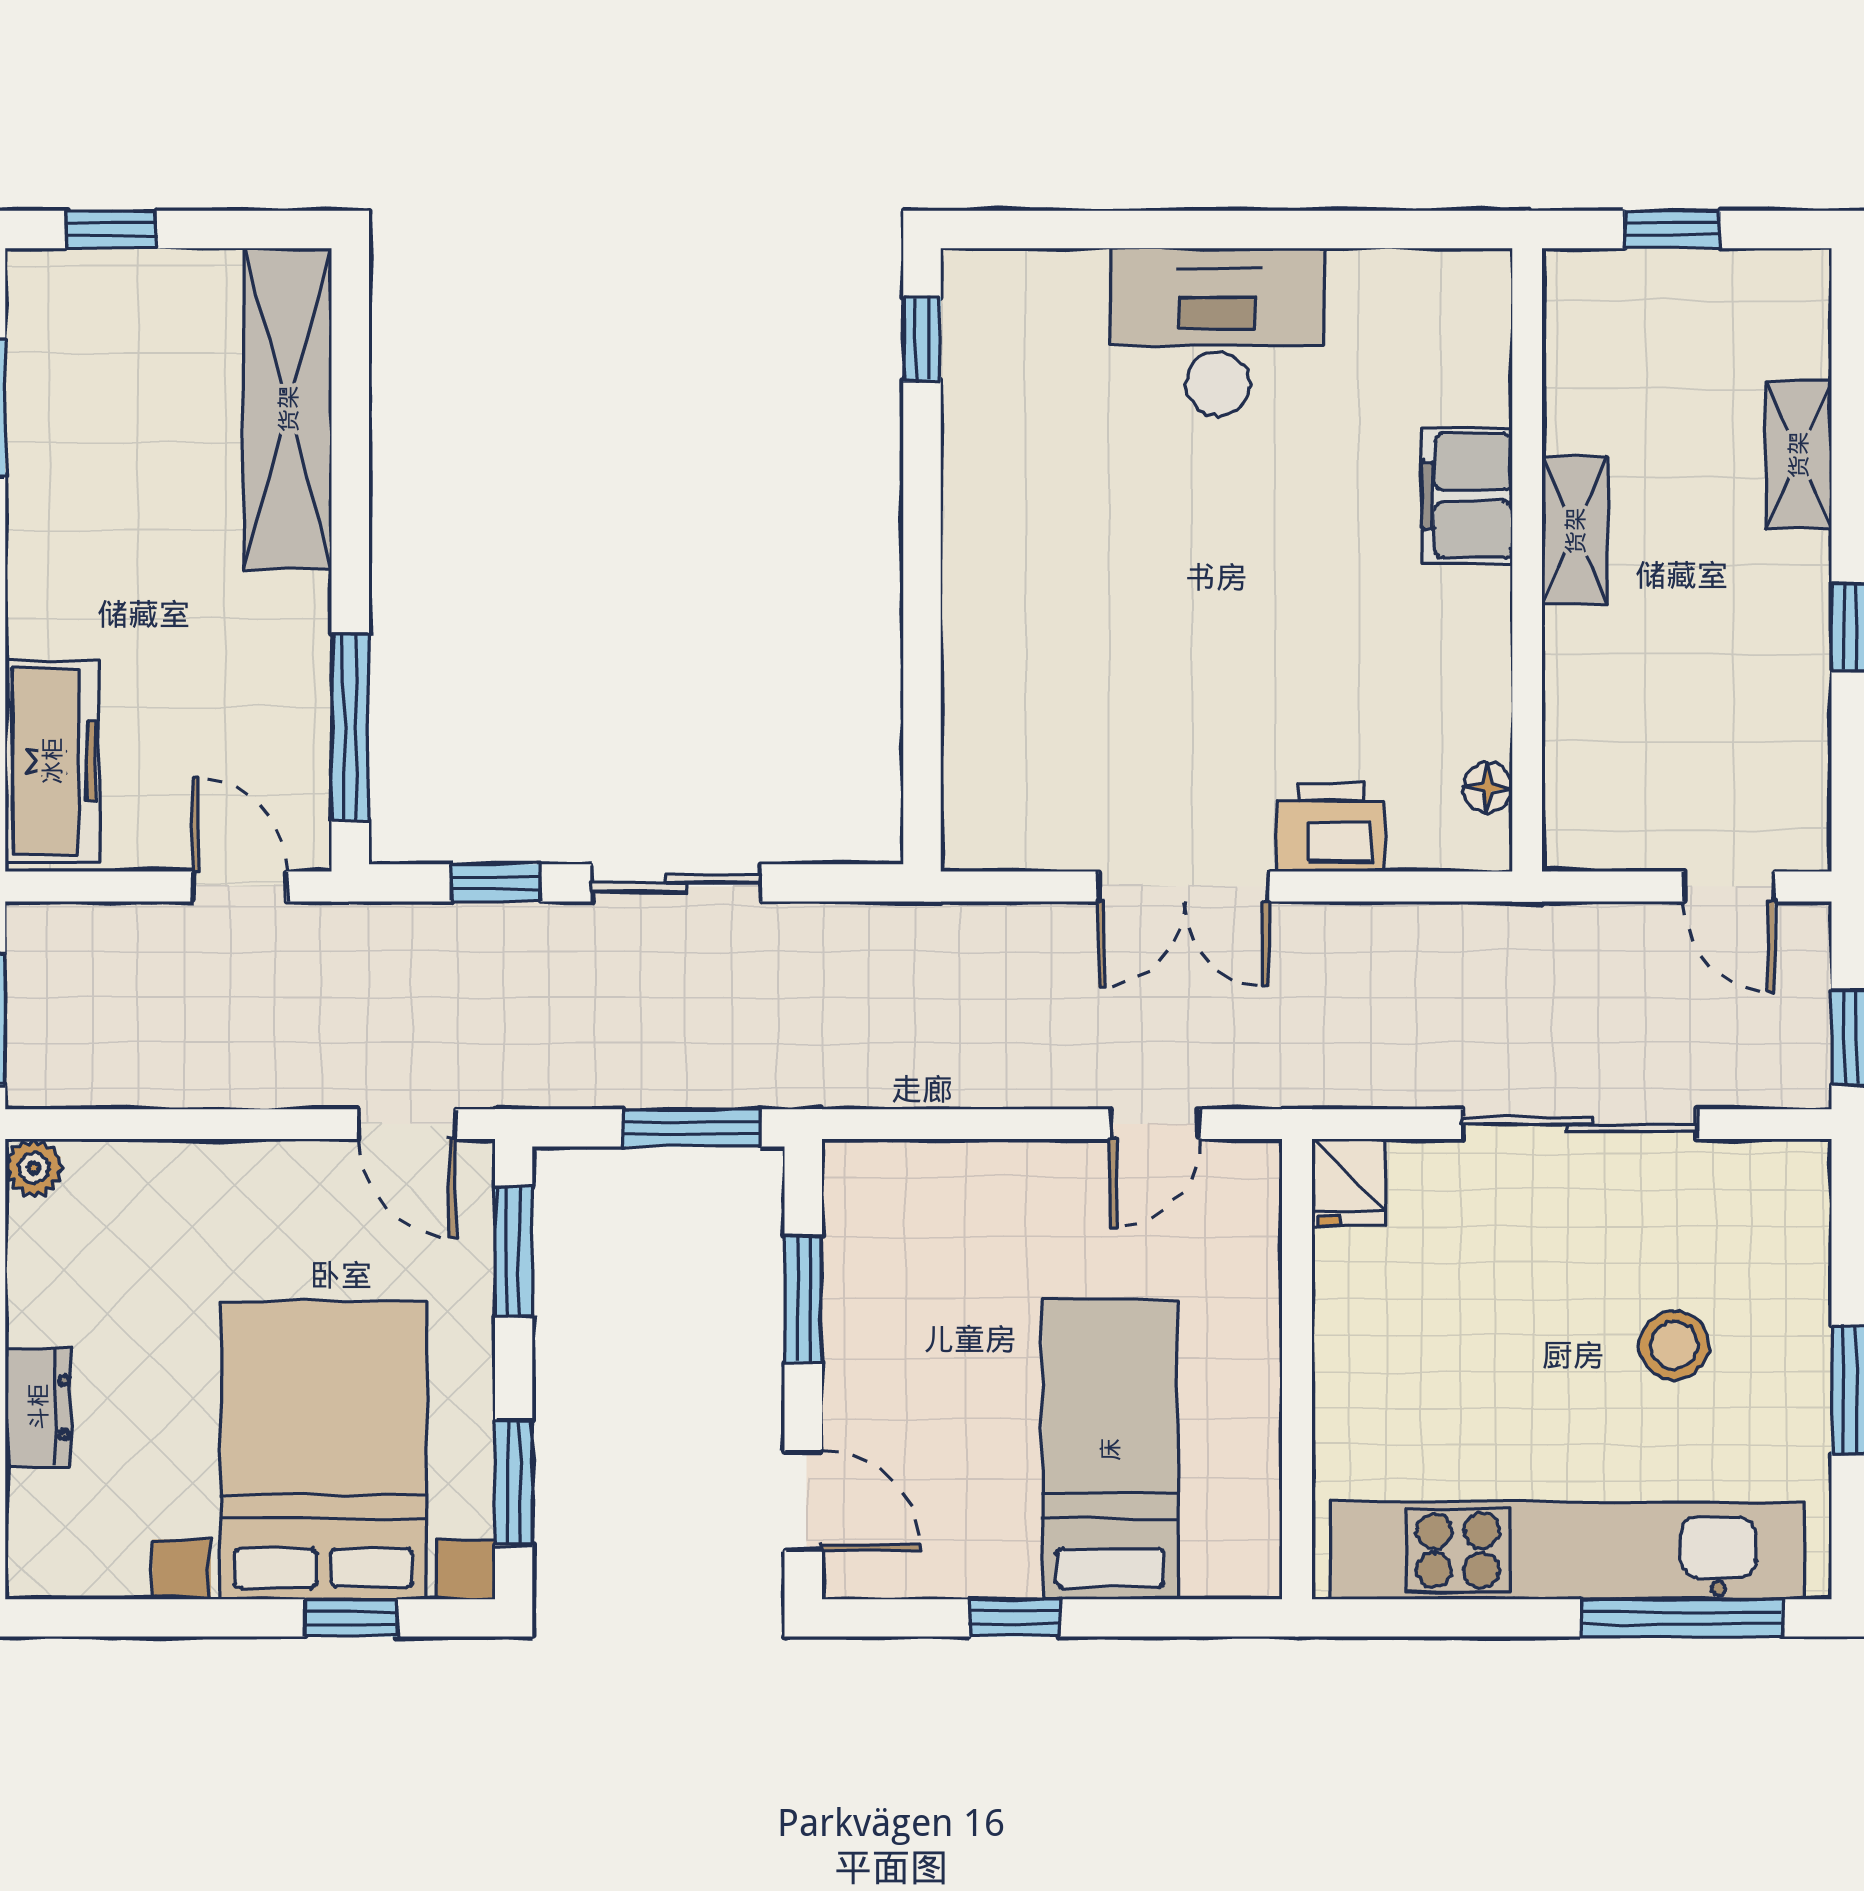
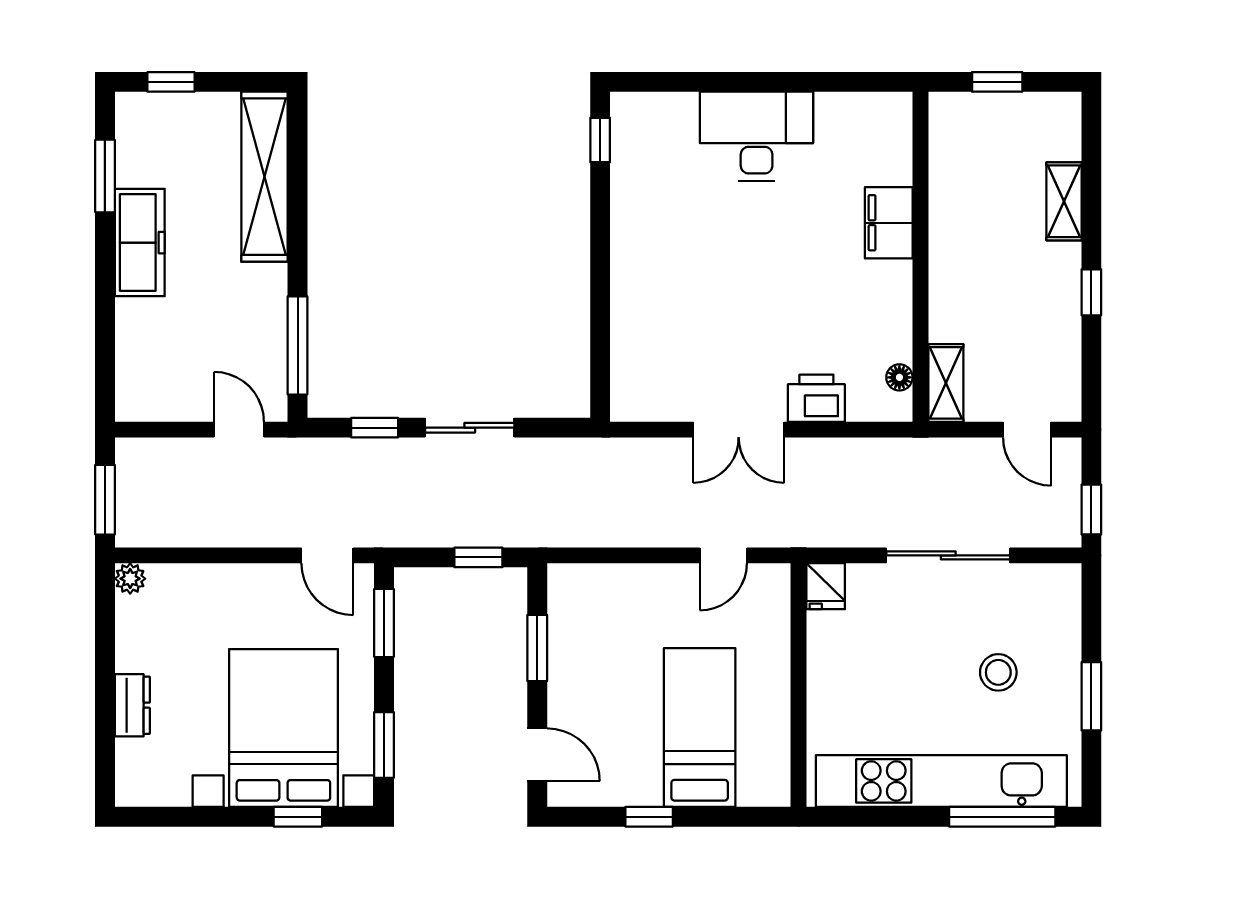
shelving: (1575, 531) -> (946, 383), moved
freezer: (52, 761) -> (140, 243), moved
window: (692, 1128) -> (478, 557), width x0.67

